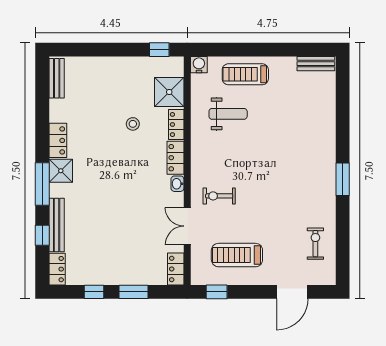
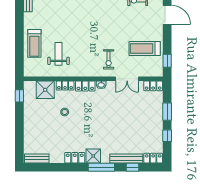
water cooler: (199, 65) -> (29, 72), removed
treadmill: (237, 255) -> (145, 48), turned 90

